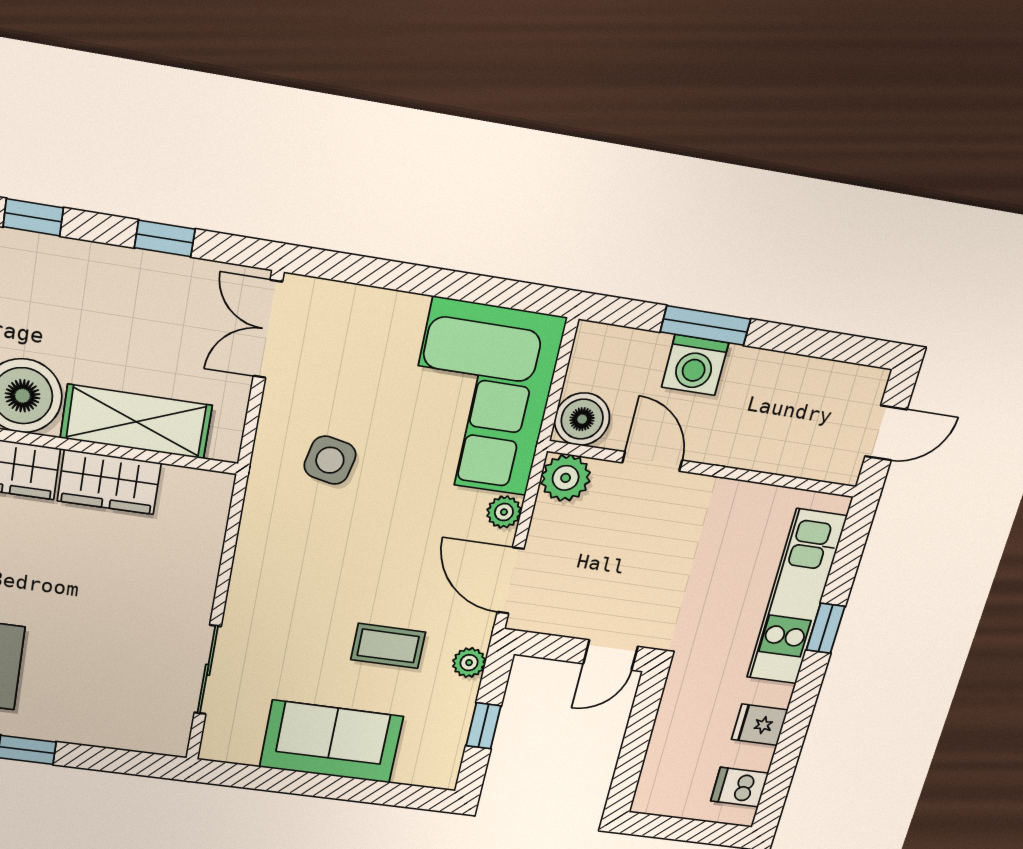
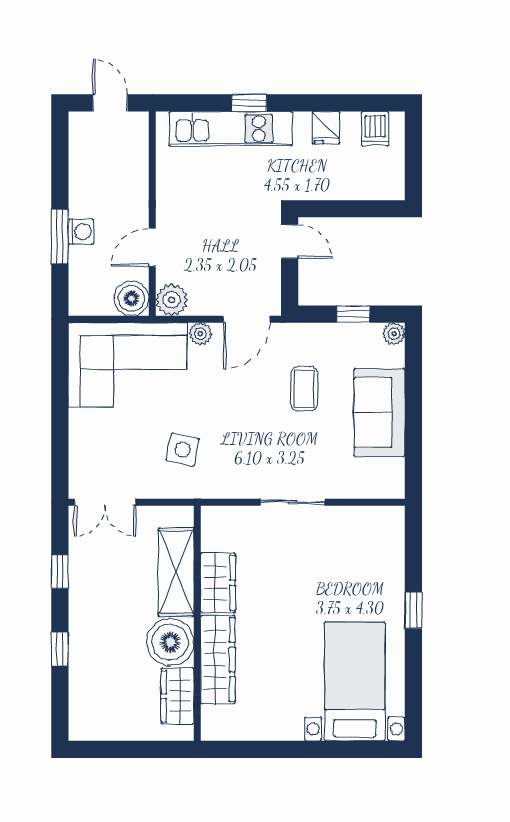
washing machine: (695, 365) -> (81, 232), width x0.73, depth x0.73
plant: (469, 663) -> (394, 334), moved
sliding door: (208, 670) -> (292, 502), moved

